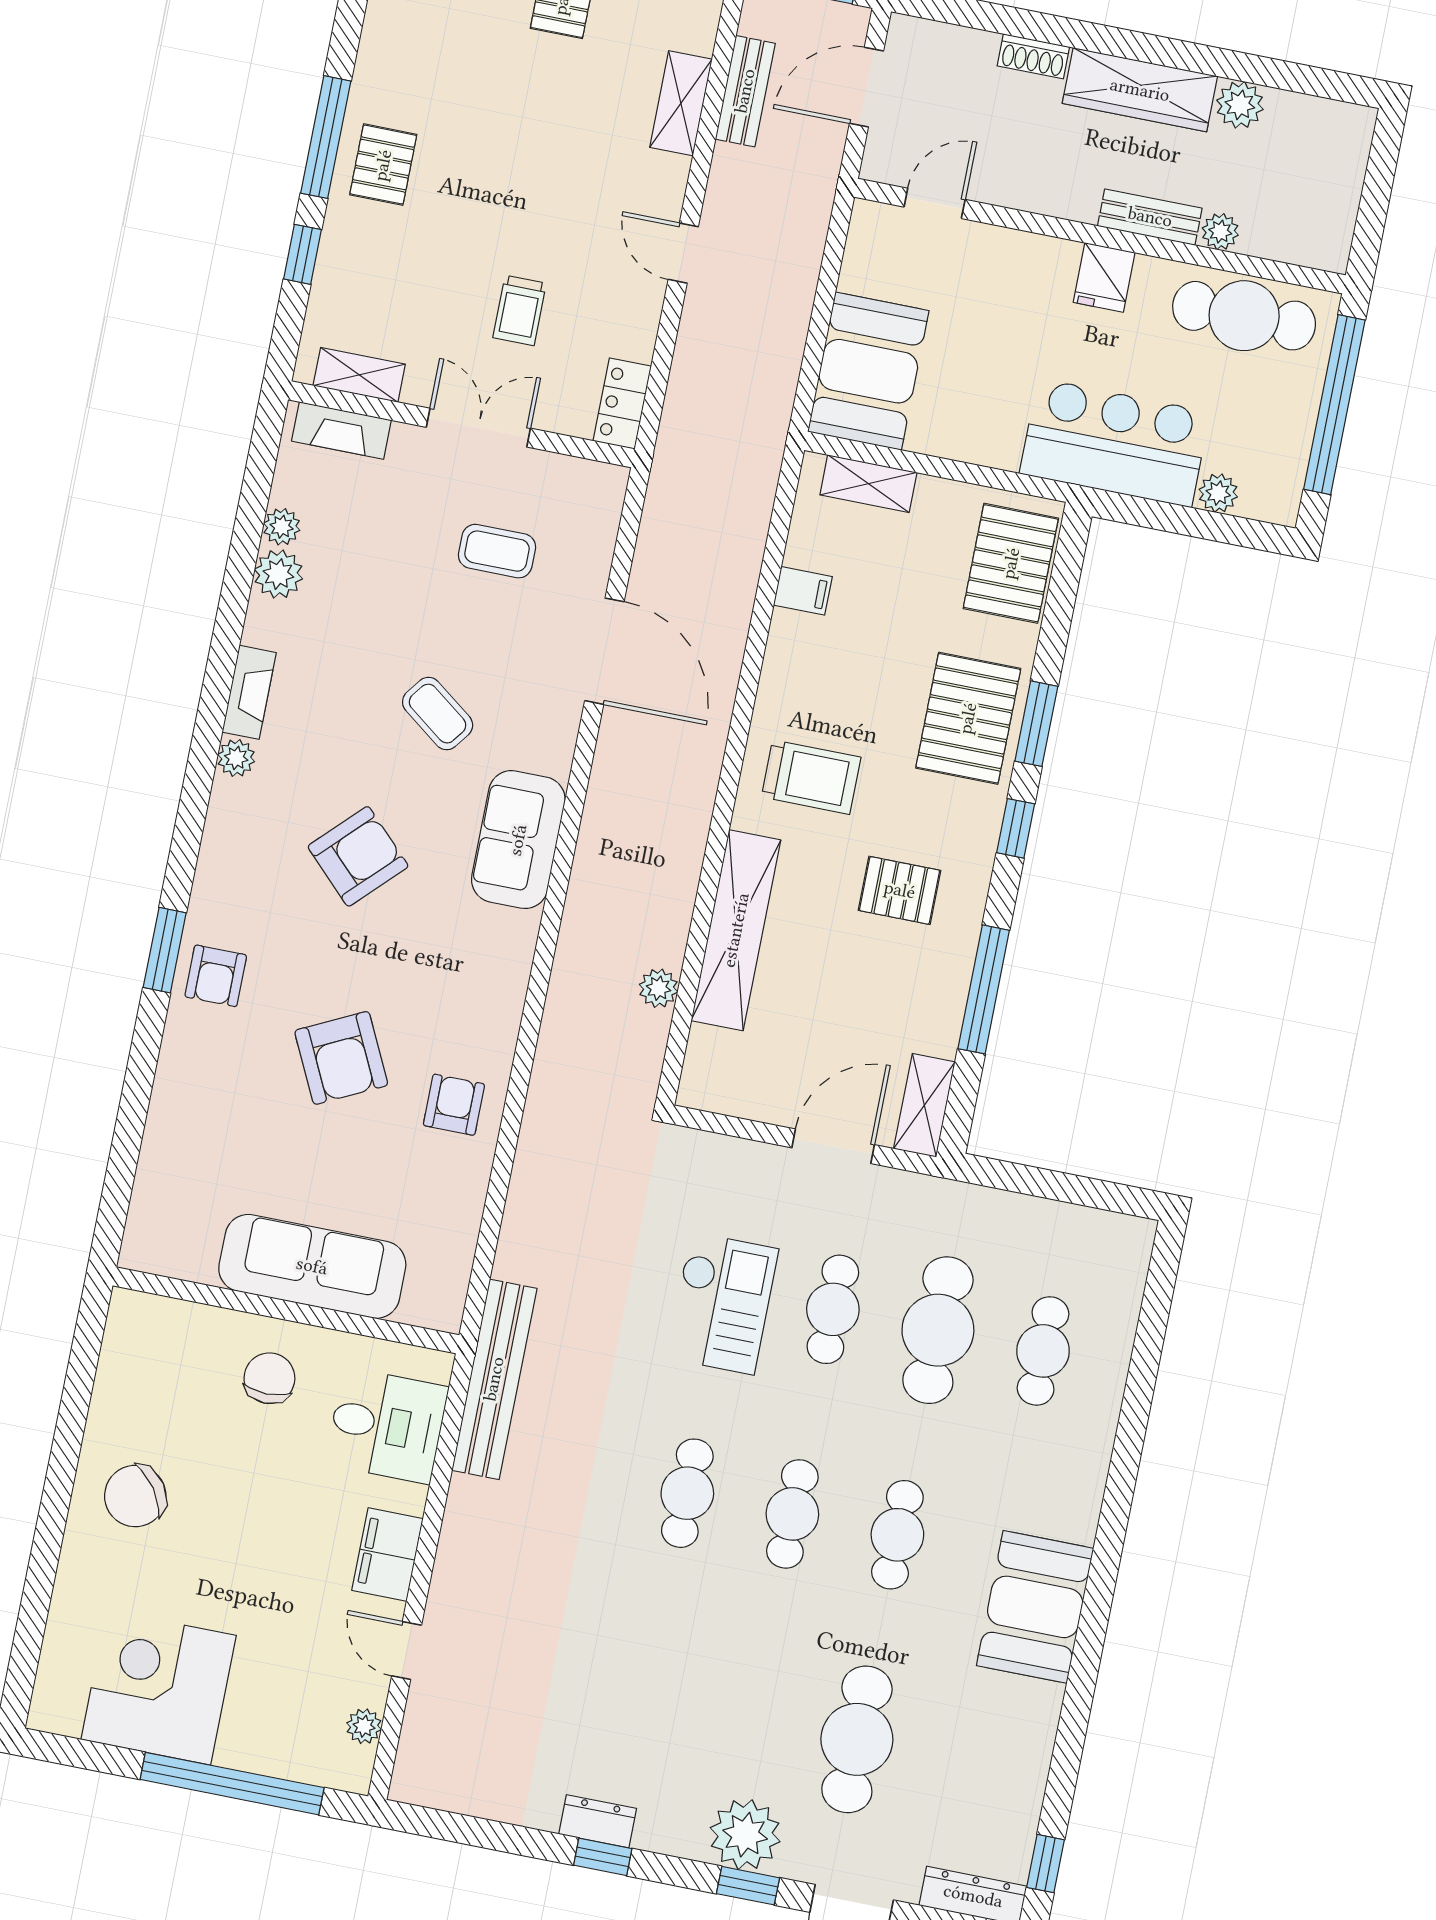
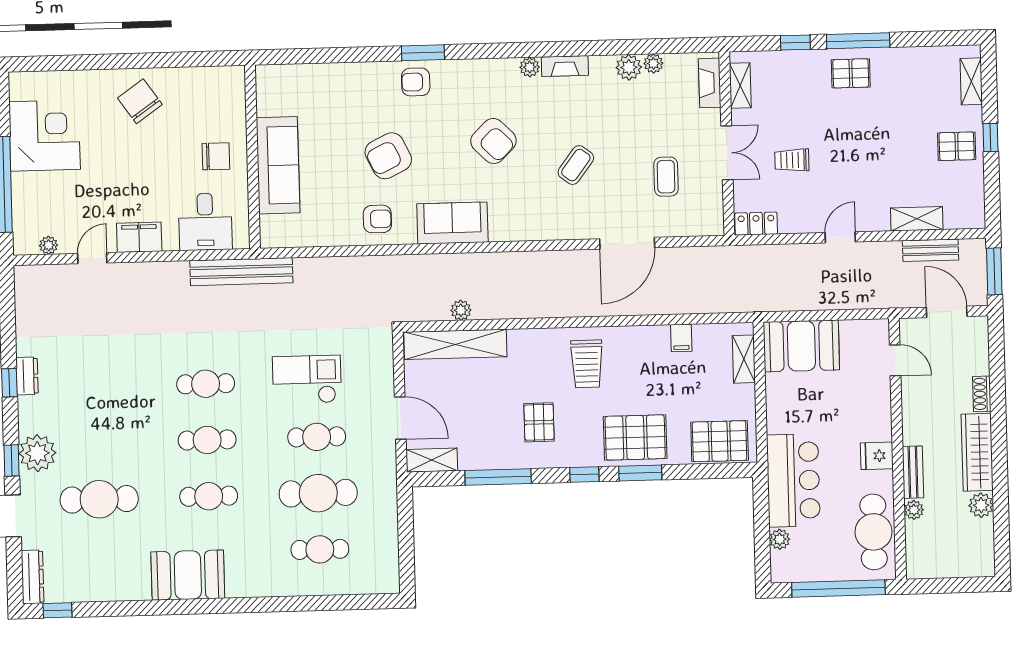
sofa: (518, 840) -> (452, 223), moved
shelving: (736, 930) -> (455, 344), moved
checkout: (722, 1303) -> (307, 380), turned 180

